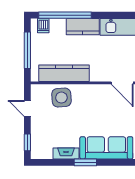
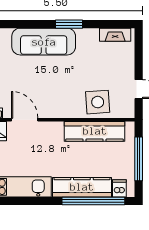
kitchen counter: (83, 27) -> (82, 187), width x1.50
window: (27, 142) -> (139, 48), removed
fireplace: (66, 154) -> (115, 35), moved

